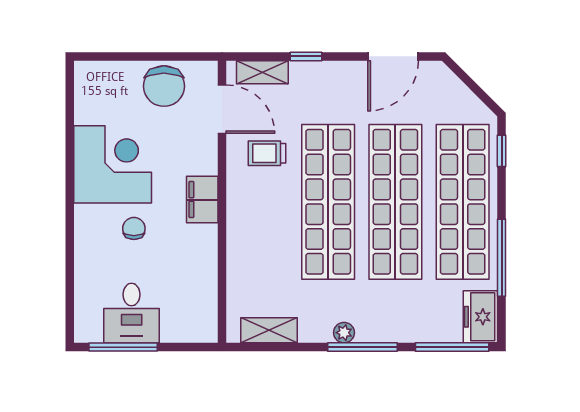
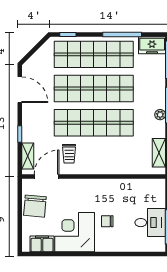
chair: (164, 86) -> (35, 206), turned 95
filing cabinet: (202, 200) -> (42, 244), moved, turned 180

